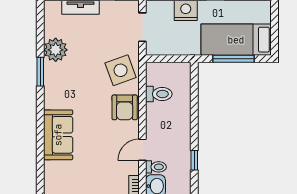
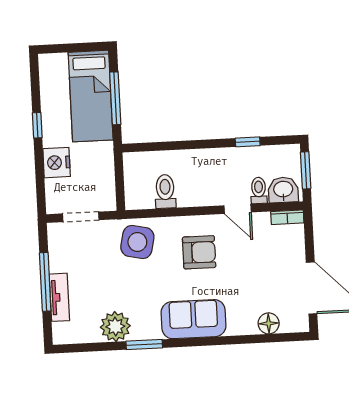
side table: (121, 70) -> (137, 242), turned 32
armchair: (125, 107) -> (199, 252), moved
sofa: (58, 135) -> (194, 319), moved
floor lamp: (52, 169) -> (269, 323), added

